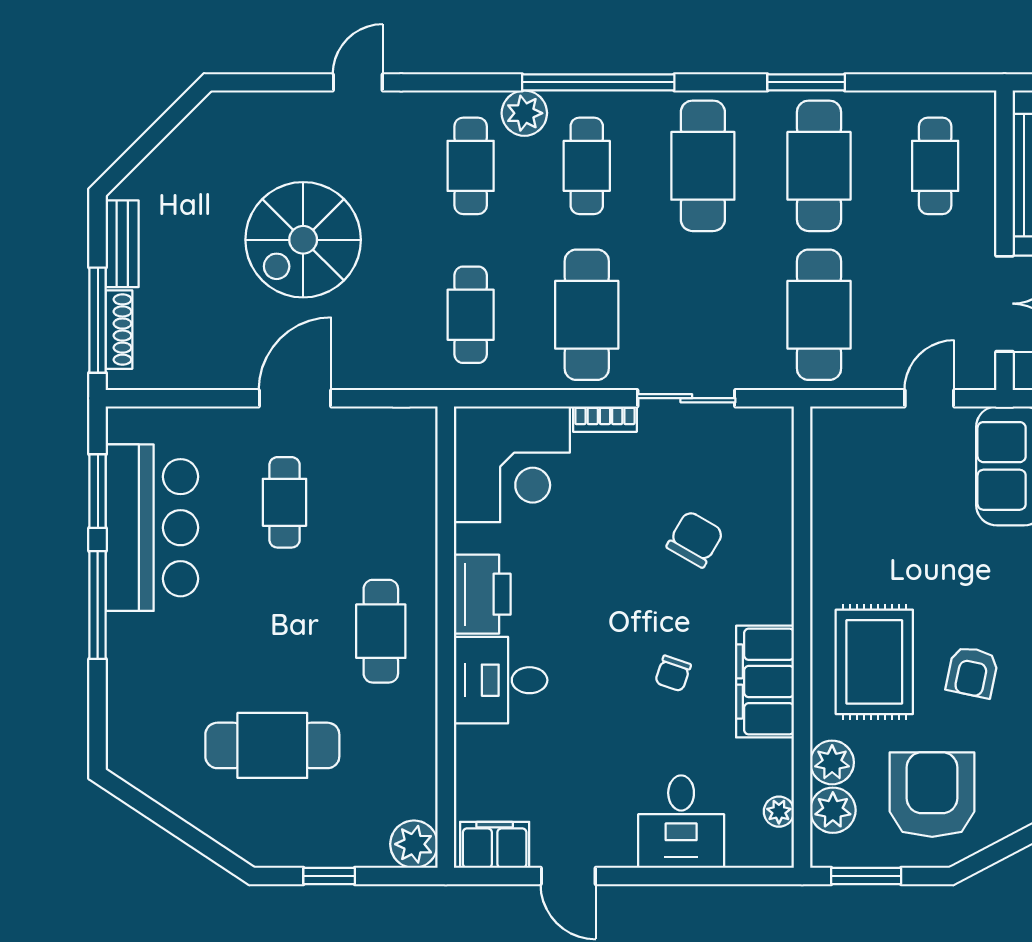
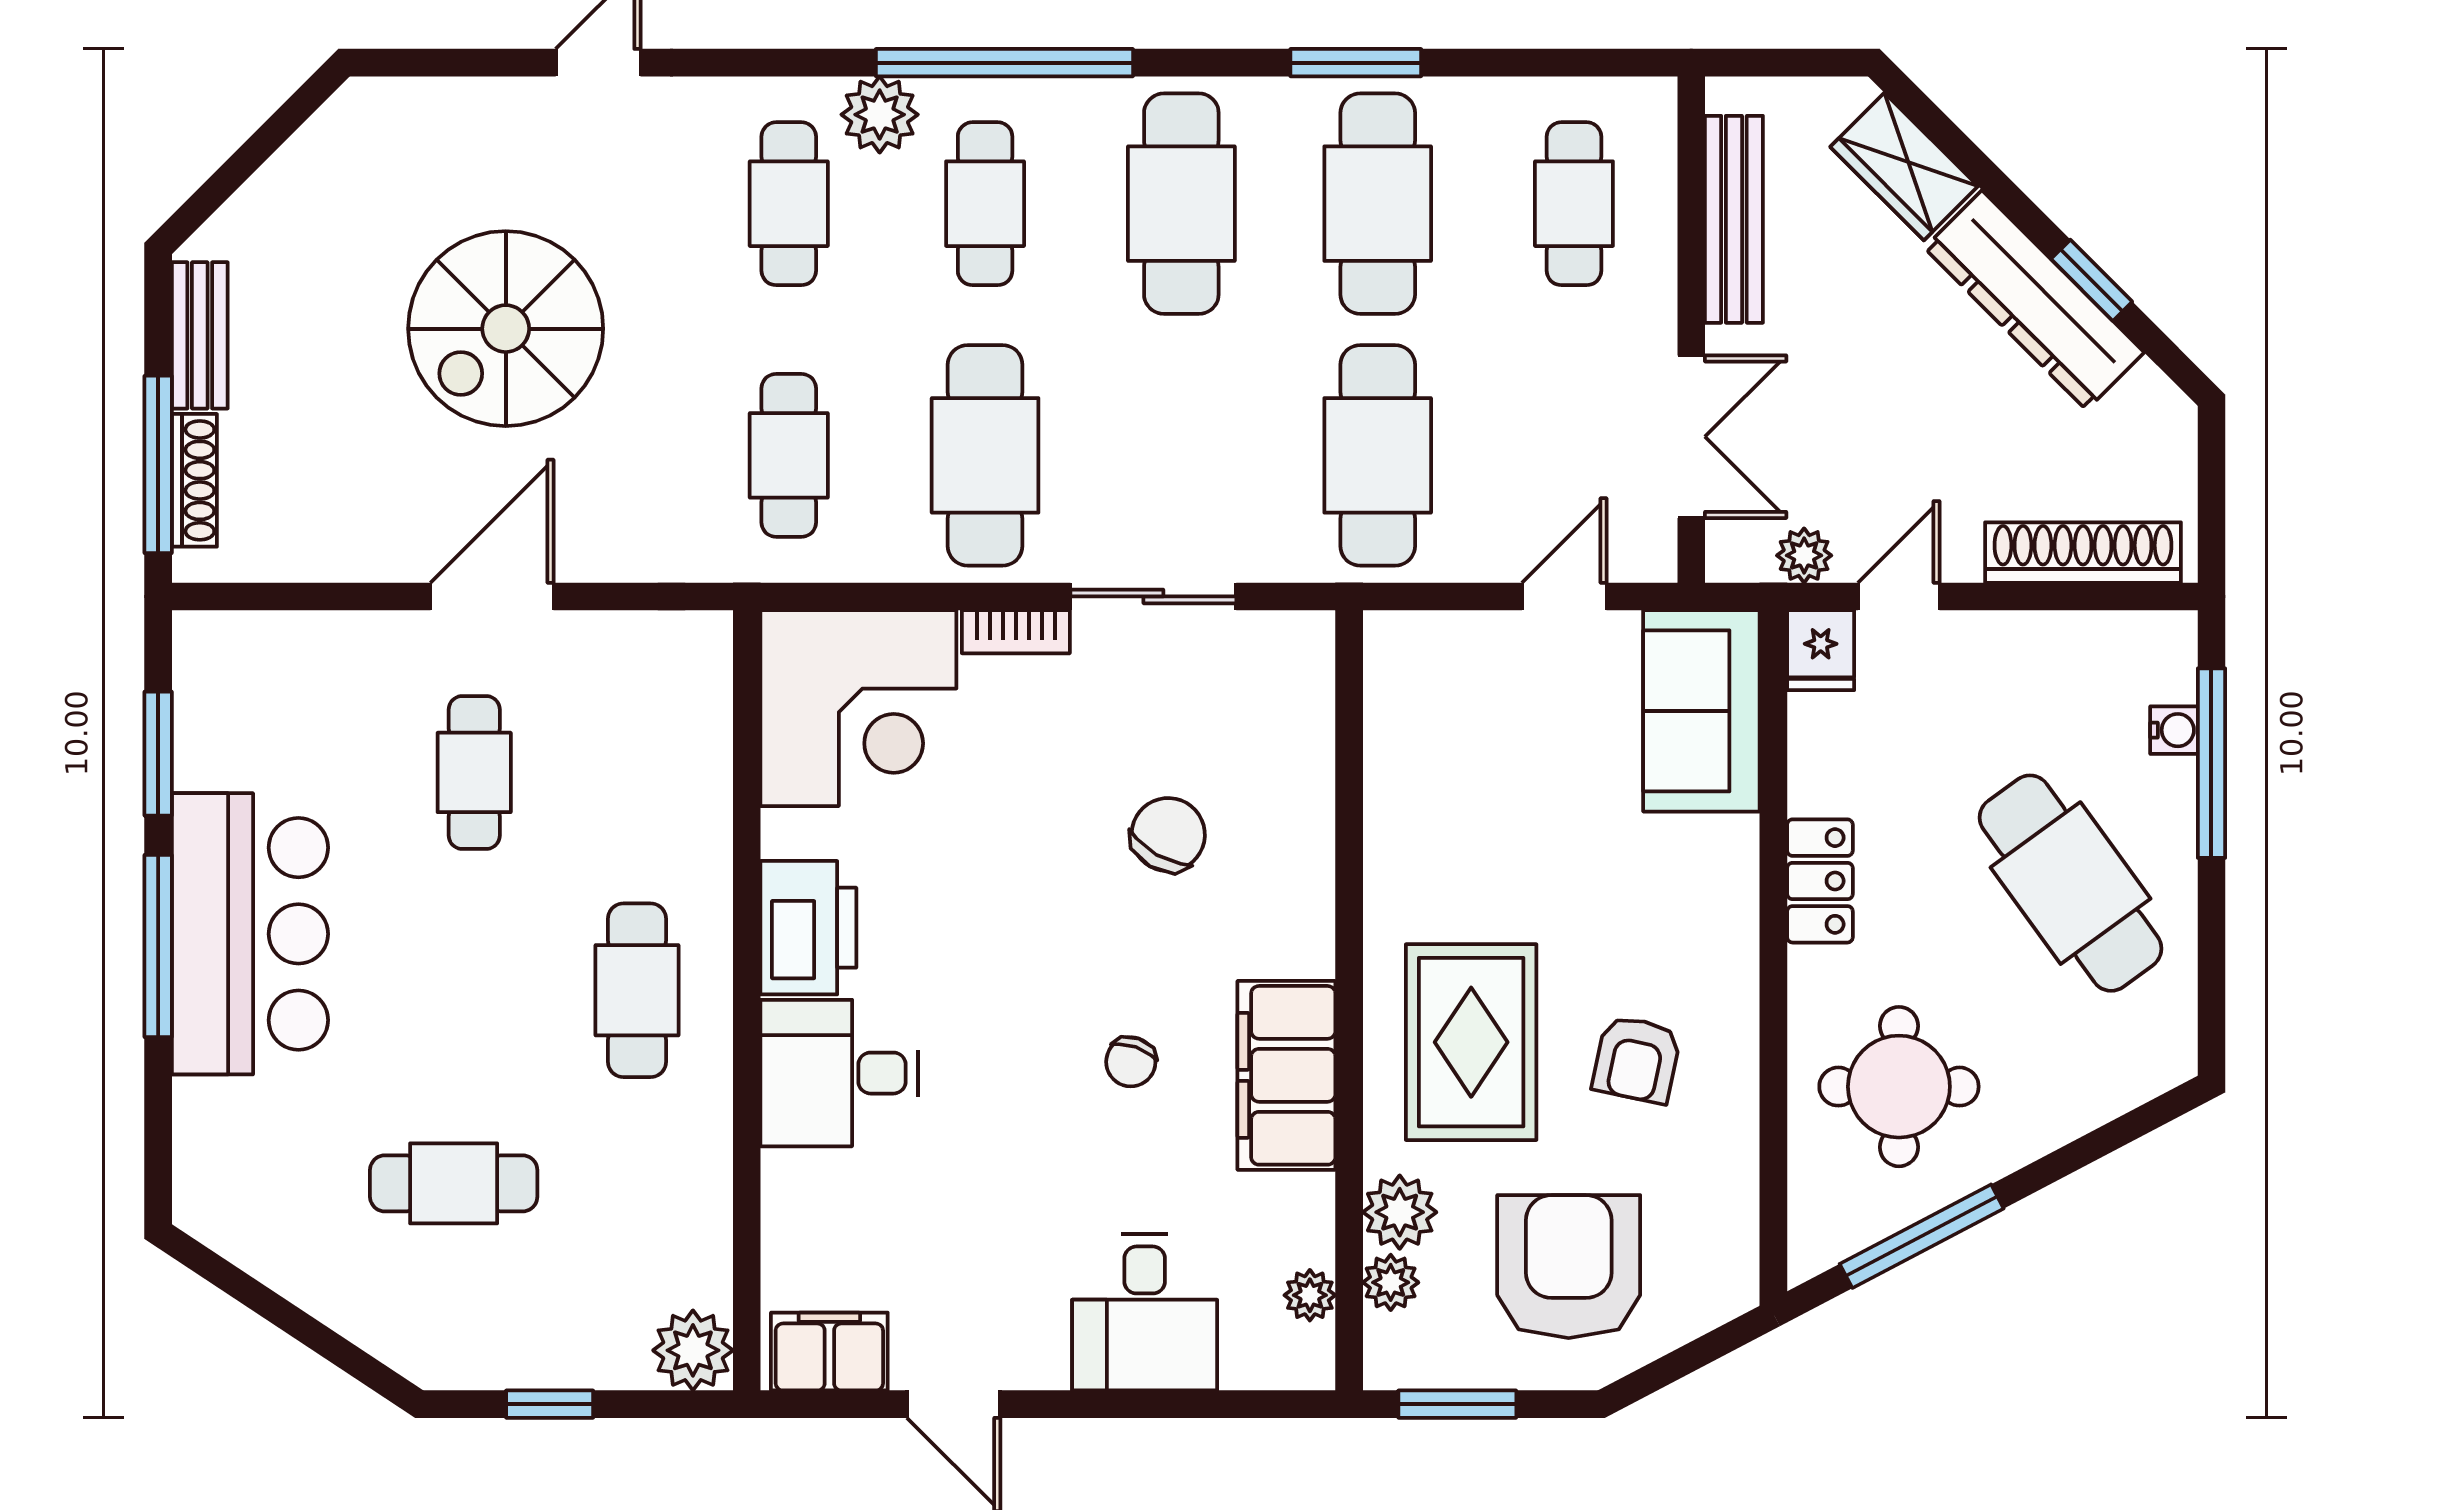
bar counter: (152, 528) -> (250, 934), moved
cafe table: (272, 745) -> (454, 1183), width x0.73, depth x0.74
plant: (833, 810) -> (1391, 1282), width x0.73, depth x0.73

